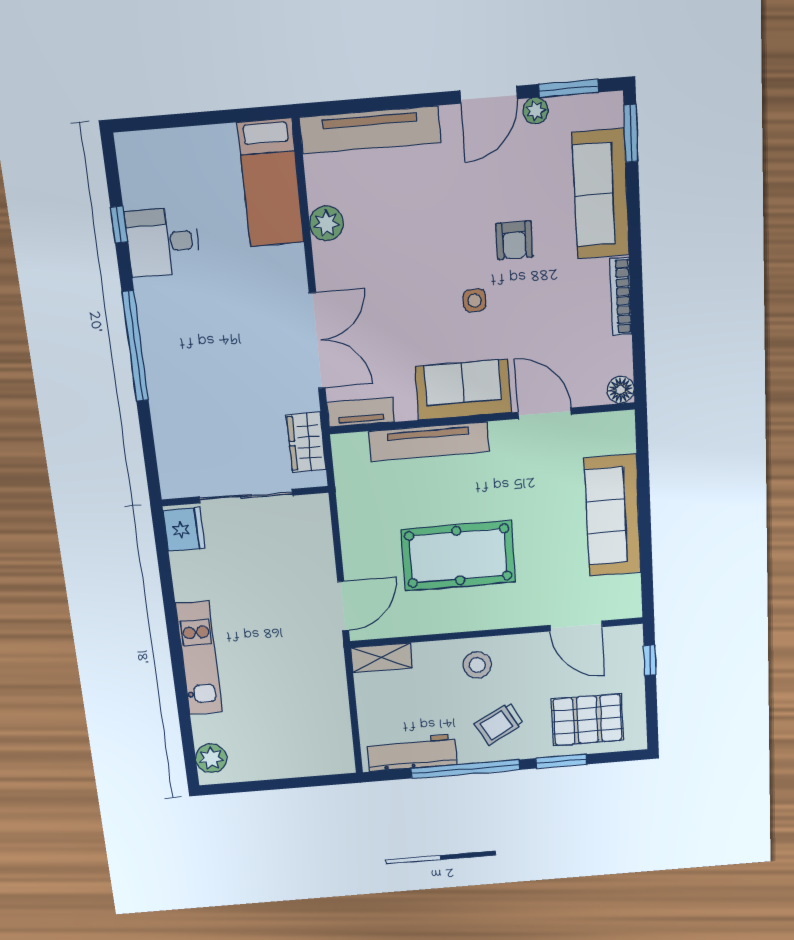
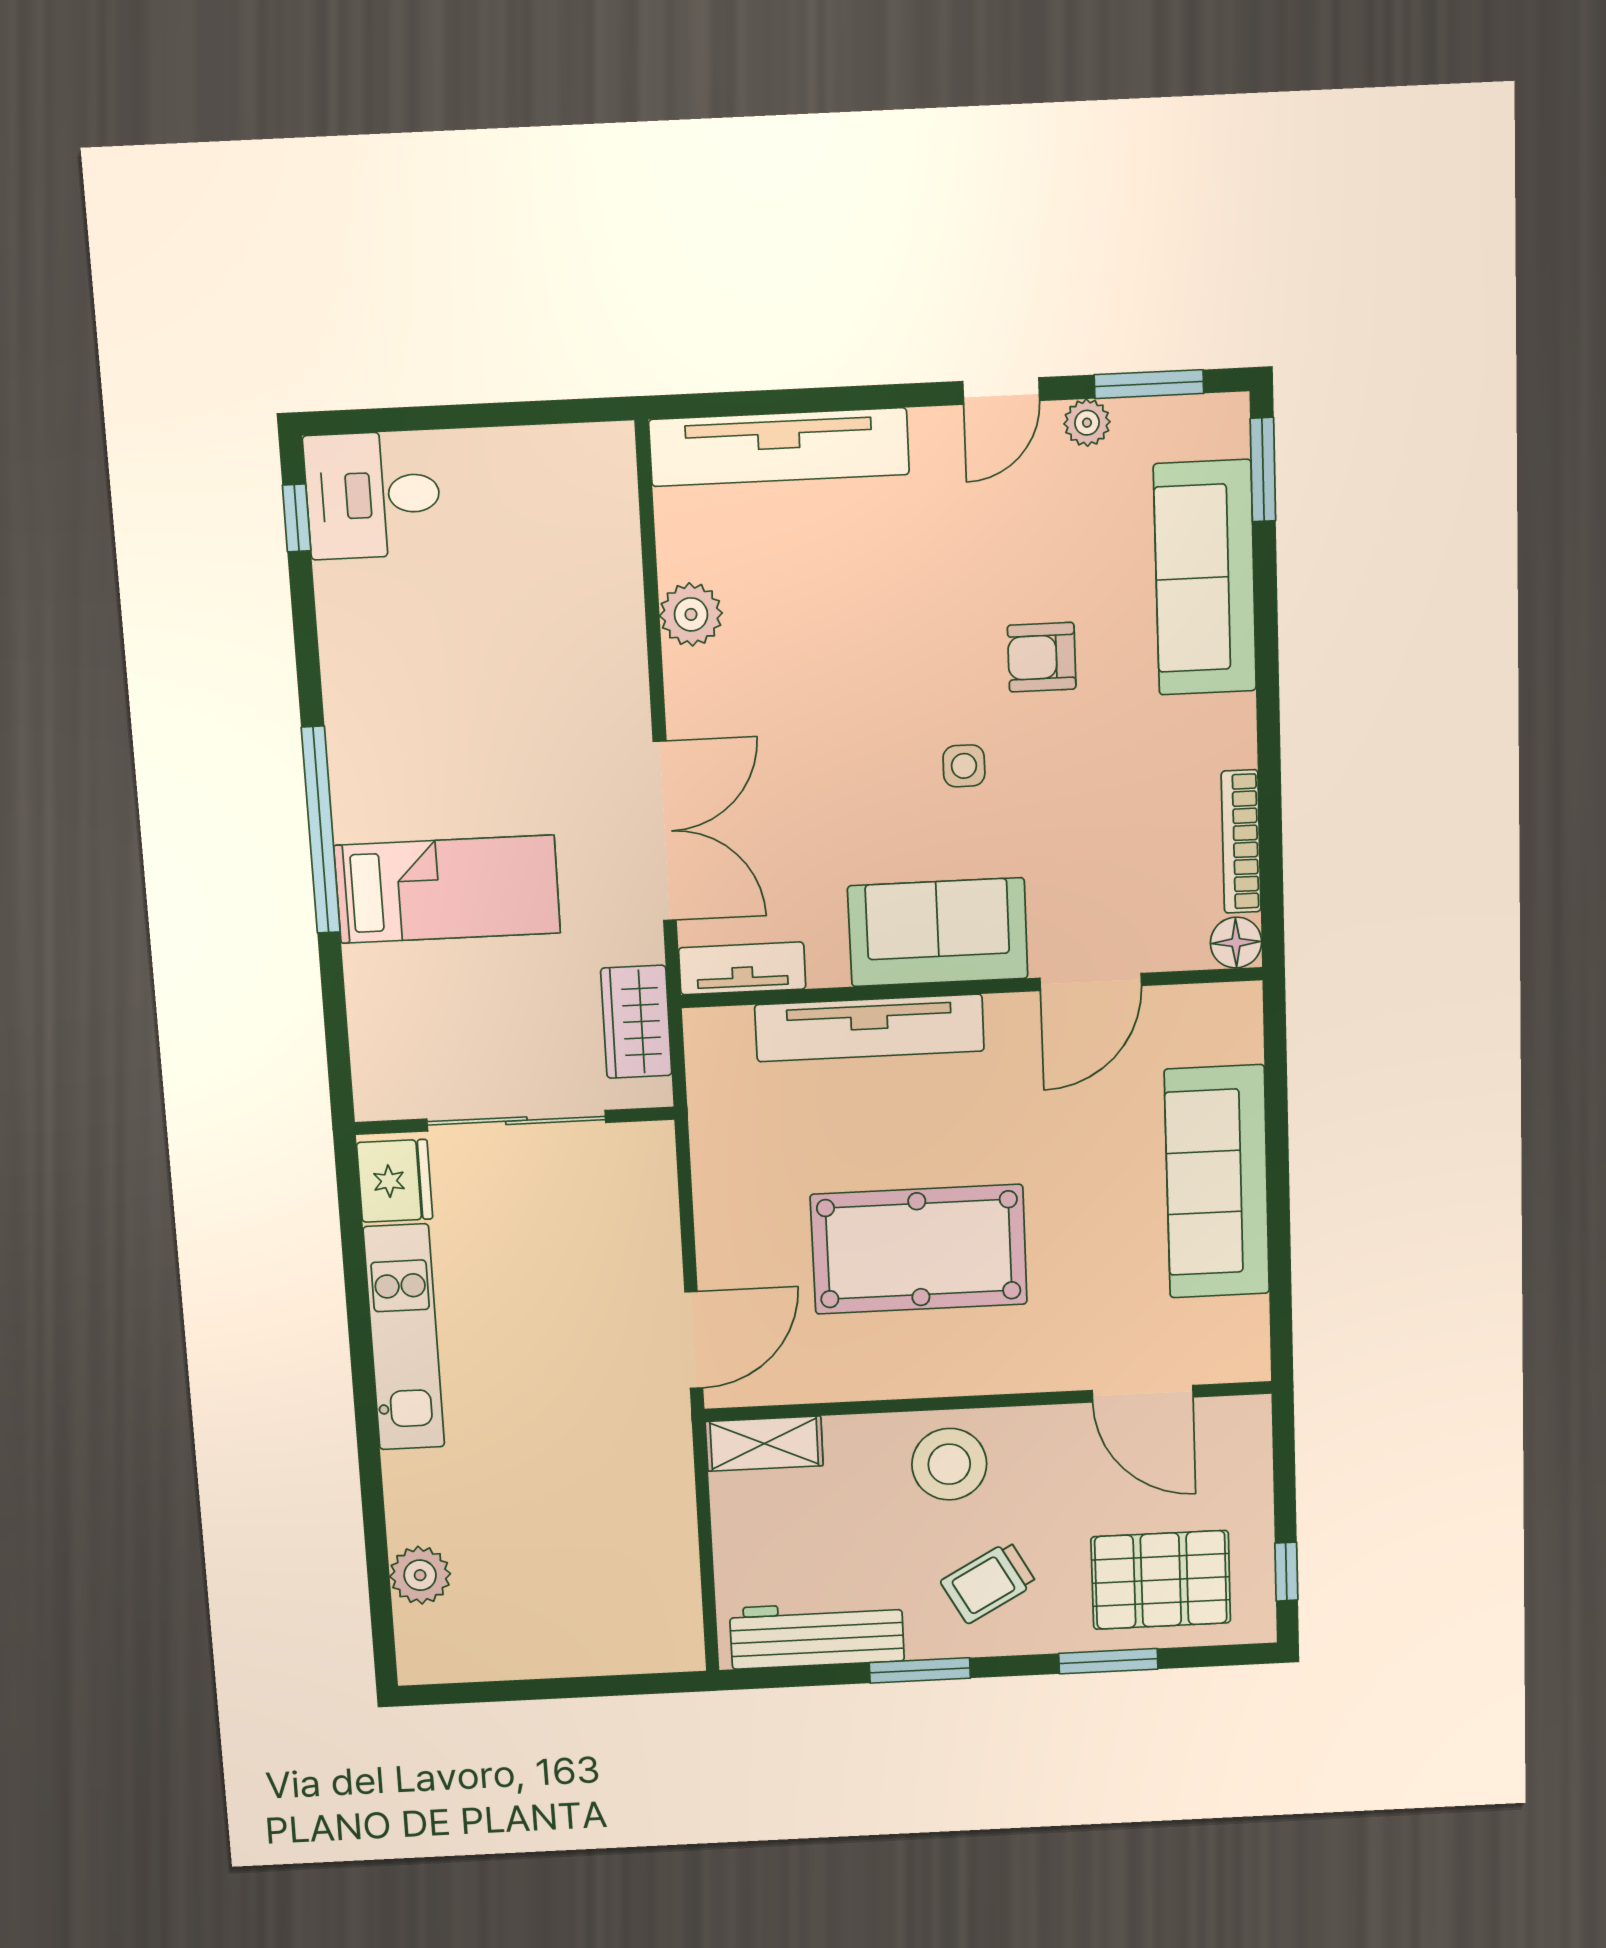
door: (489, 95) -> (1001, 391), width x0.73
bed: (271, 183) -> (447, 889), moved, turned -90
window: (119, 225) -> (297, 518), moved
armchair: (514, 240) -> (1042, 657), turned 90
desk: (163, 242) -> (373, 495), moved
bookcase: (621, 296) -> (1241, 842), moved
door: (544, 413) -> (1091, 982), swing flipped
kitchen unit: (199, 658) -> (404, 1337), moved
window: (650, 660) -> (1286, 1572), moved
stool: (477, 665) -> (949, 1464), width x1.38, depth x1.38
plant: (211, 758) -> (420, 1575), moved
window: (465, 769) -> (920, 1670), width x0.47

